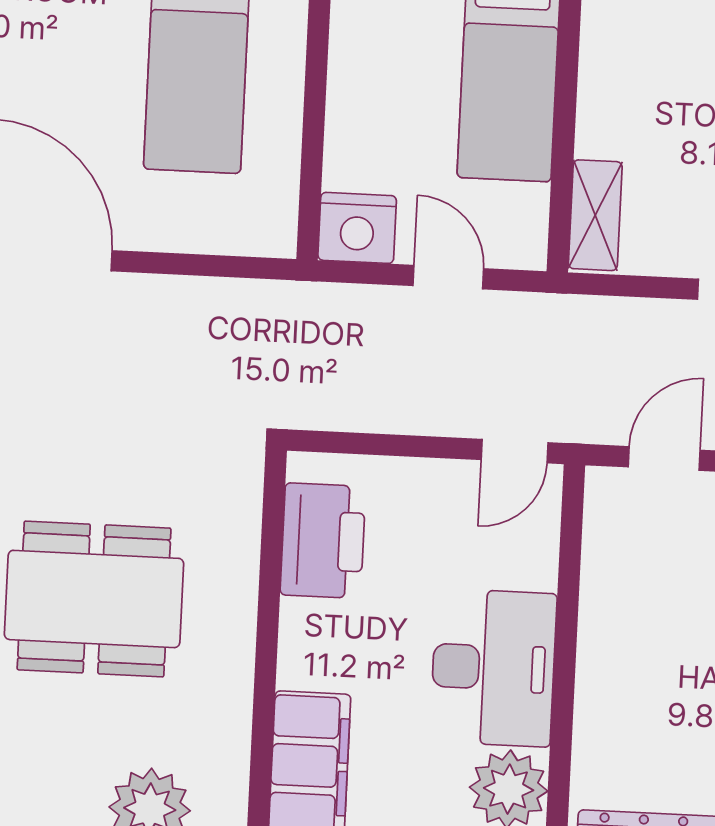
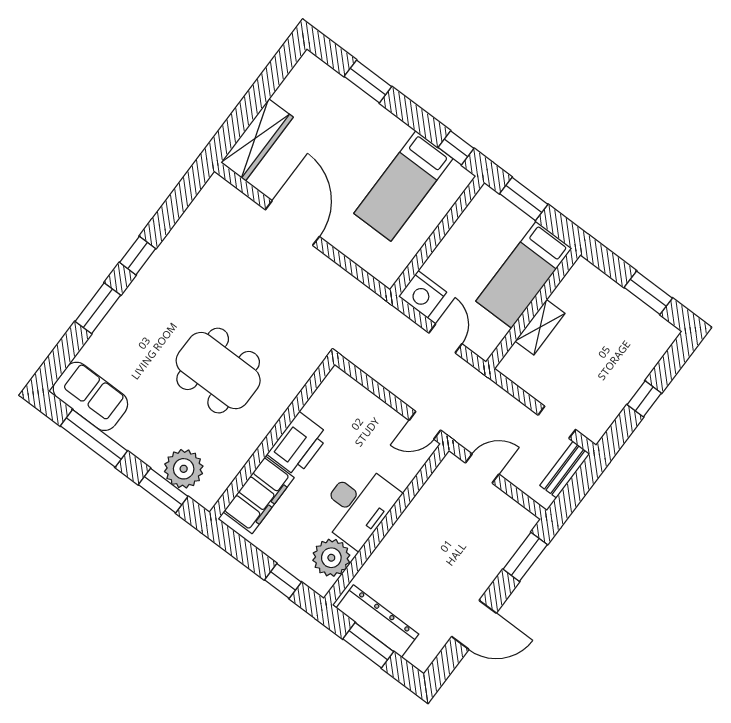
shelving: (595, 215) -> (540, 327), moved
printer: (323, 541) -> (298, 444), moved

